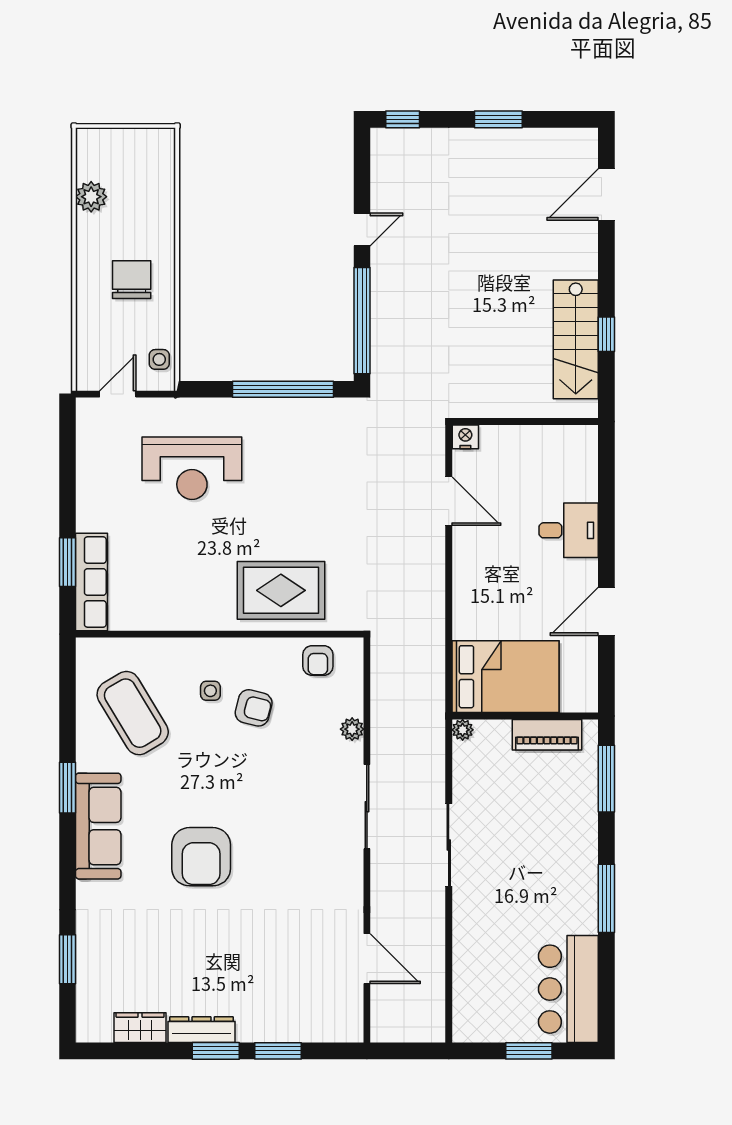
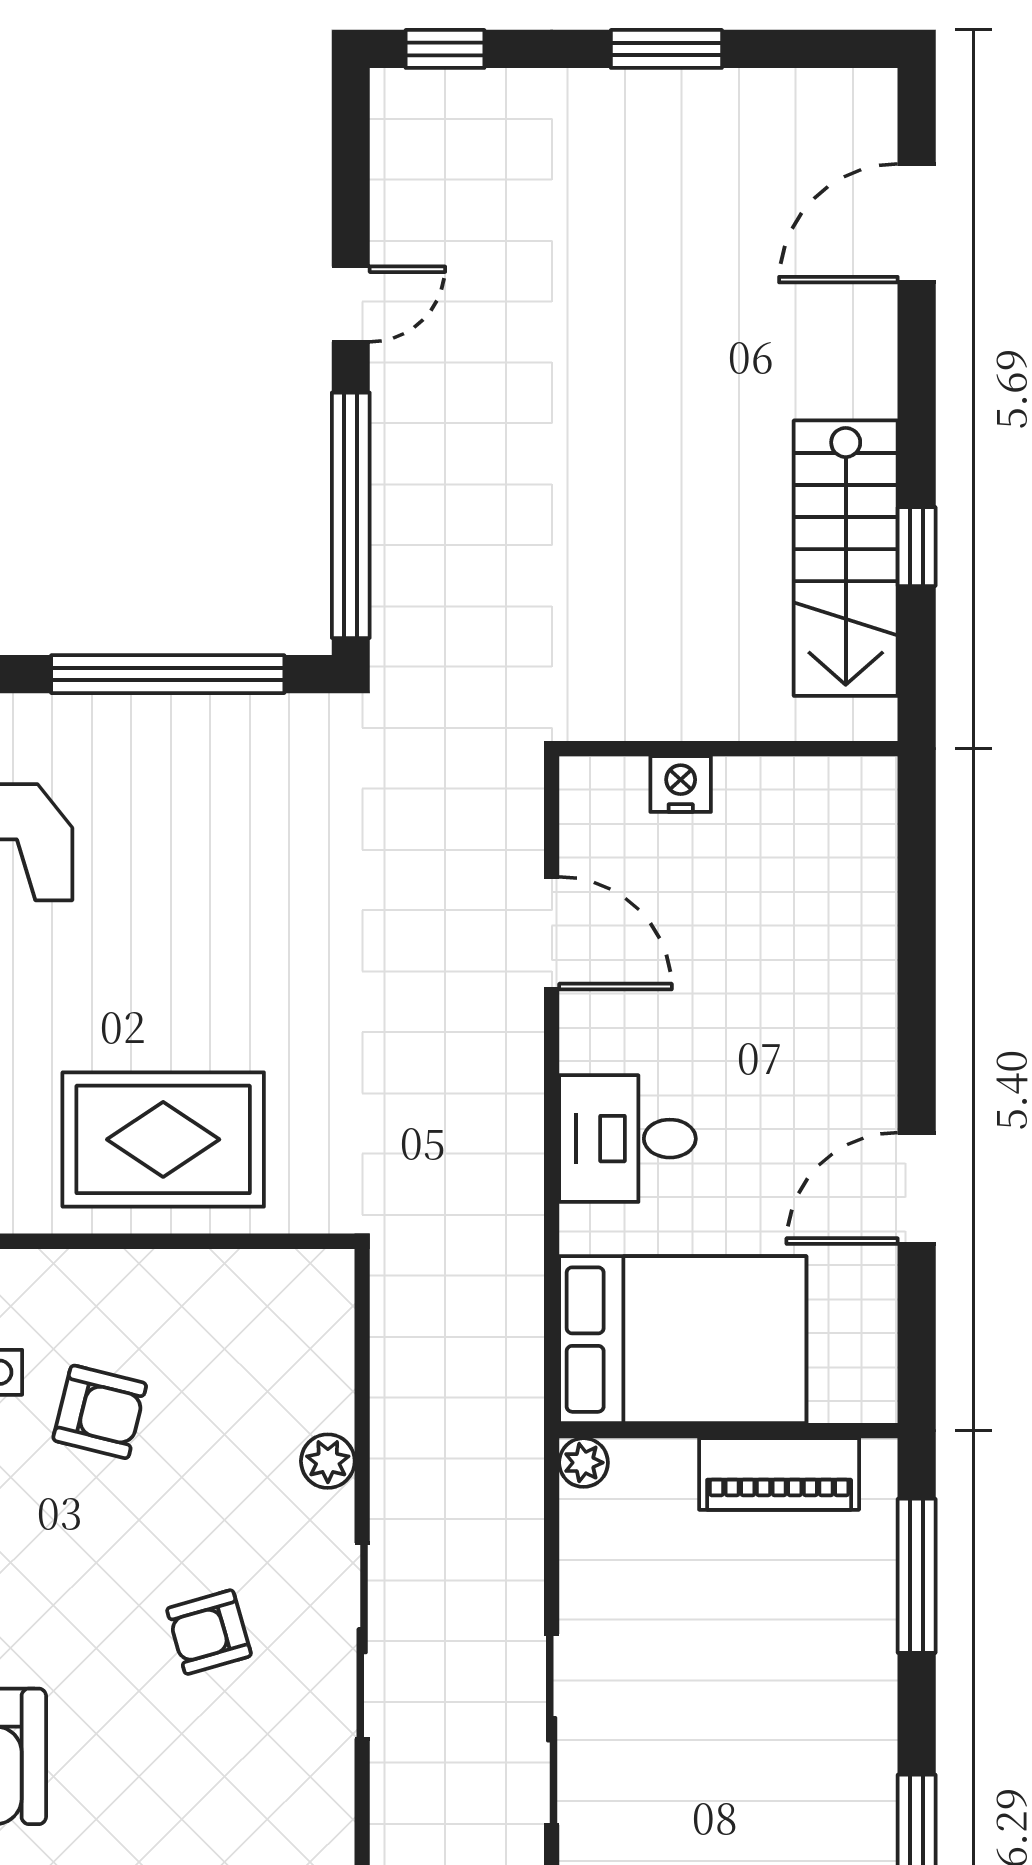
nightstand: (465, 437) -> (681, 784), moved
desk: (569, 530) -> (627, 1139), moved, turned 180
armchair: (318, 661) -> (209, 1632), moved, turned 74

